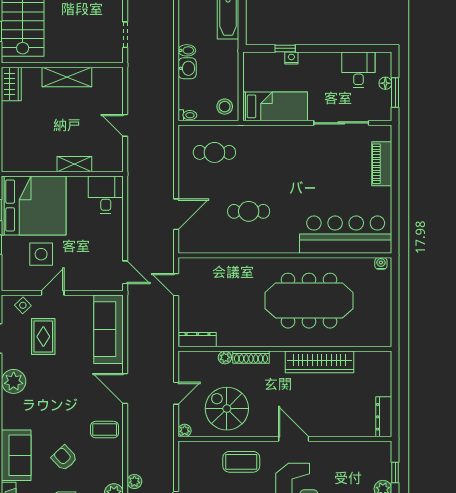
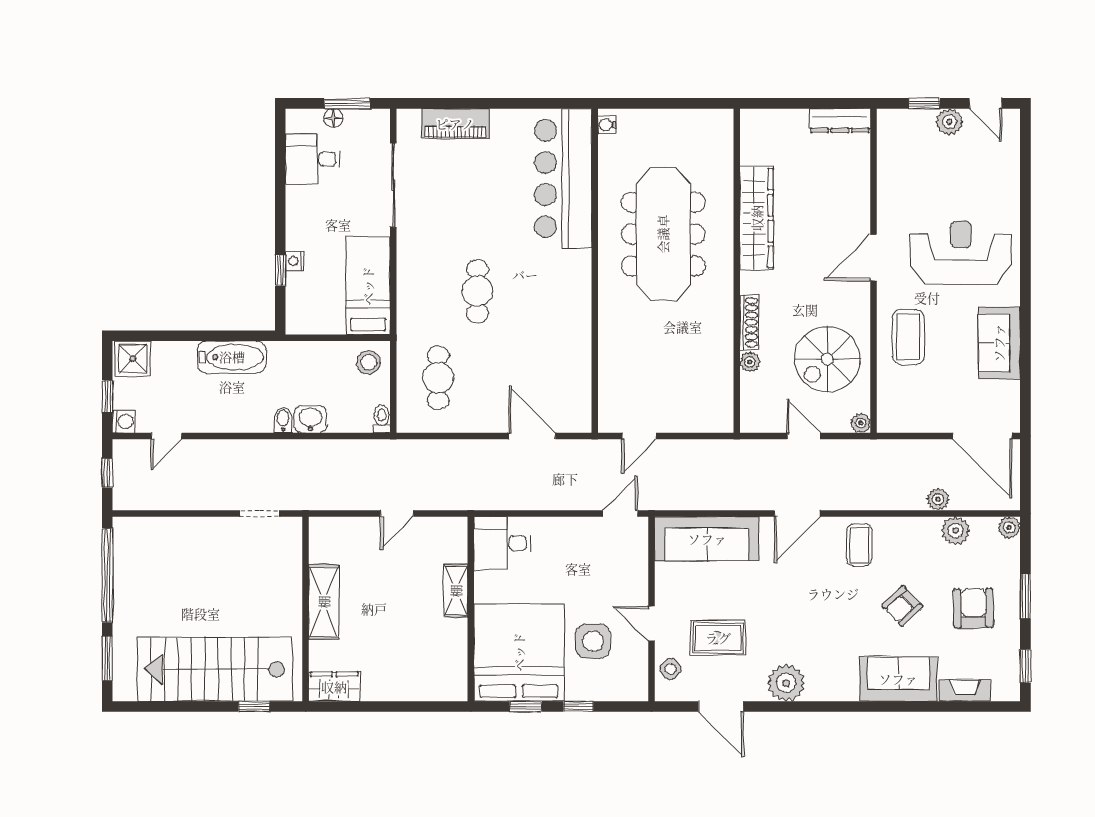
cafe table: (249, 211) -> (477, 291), moved
dresser: (198, 340) -> (723, 404), removed

